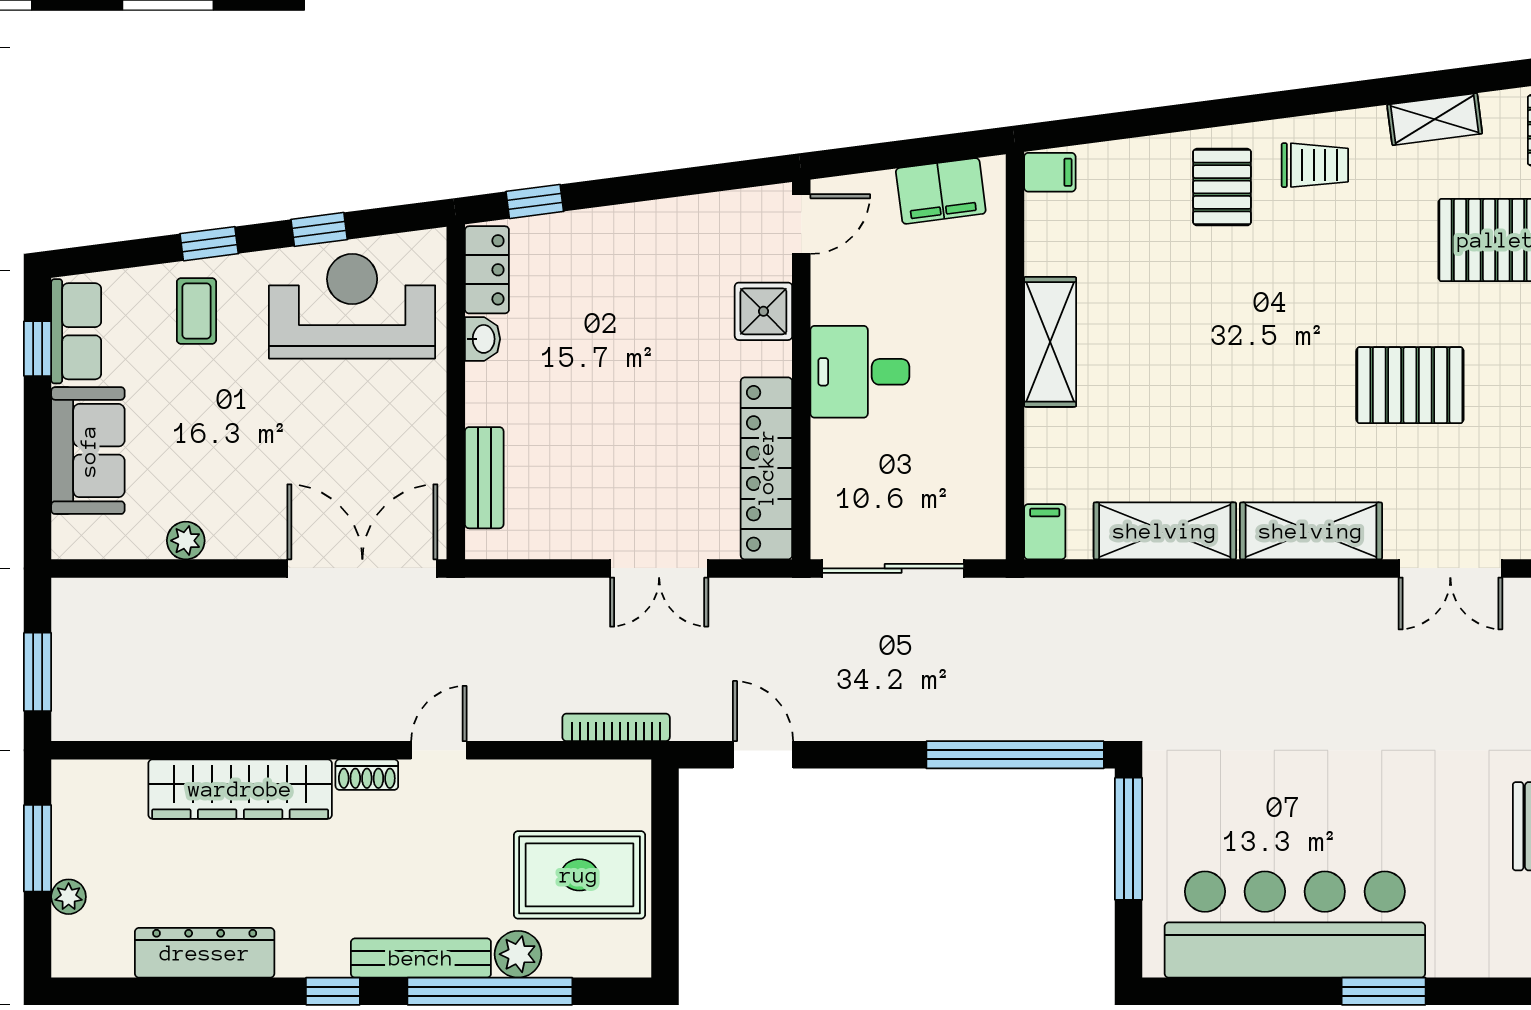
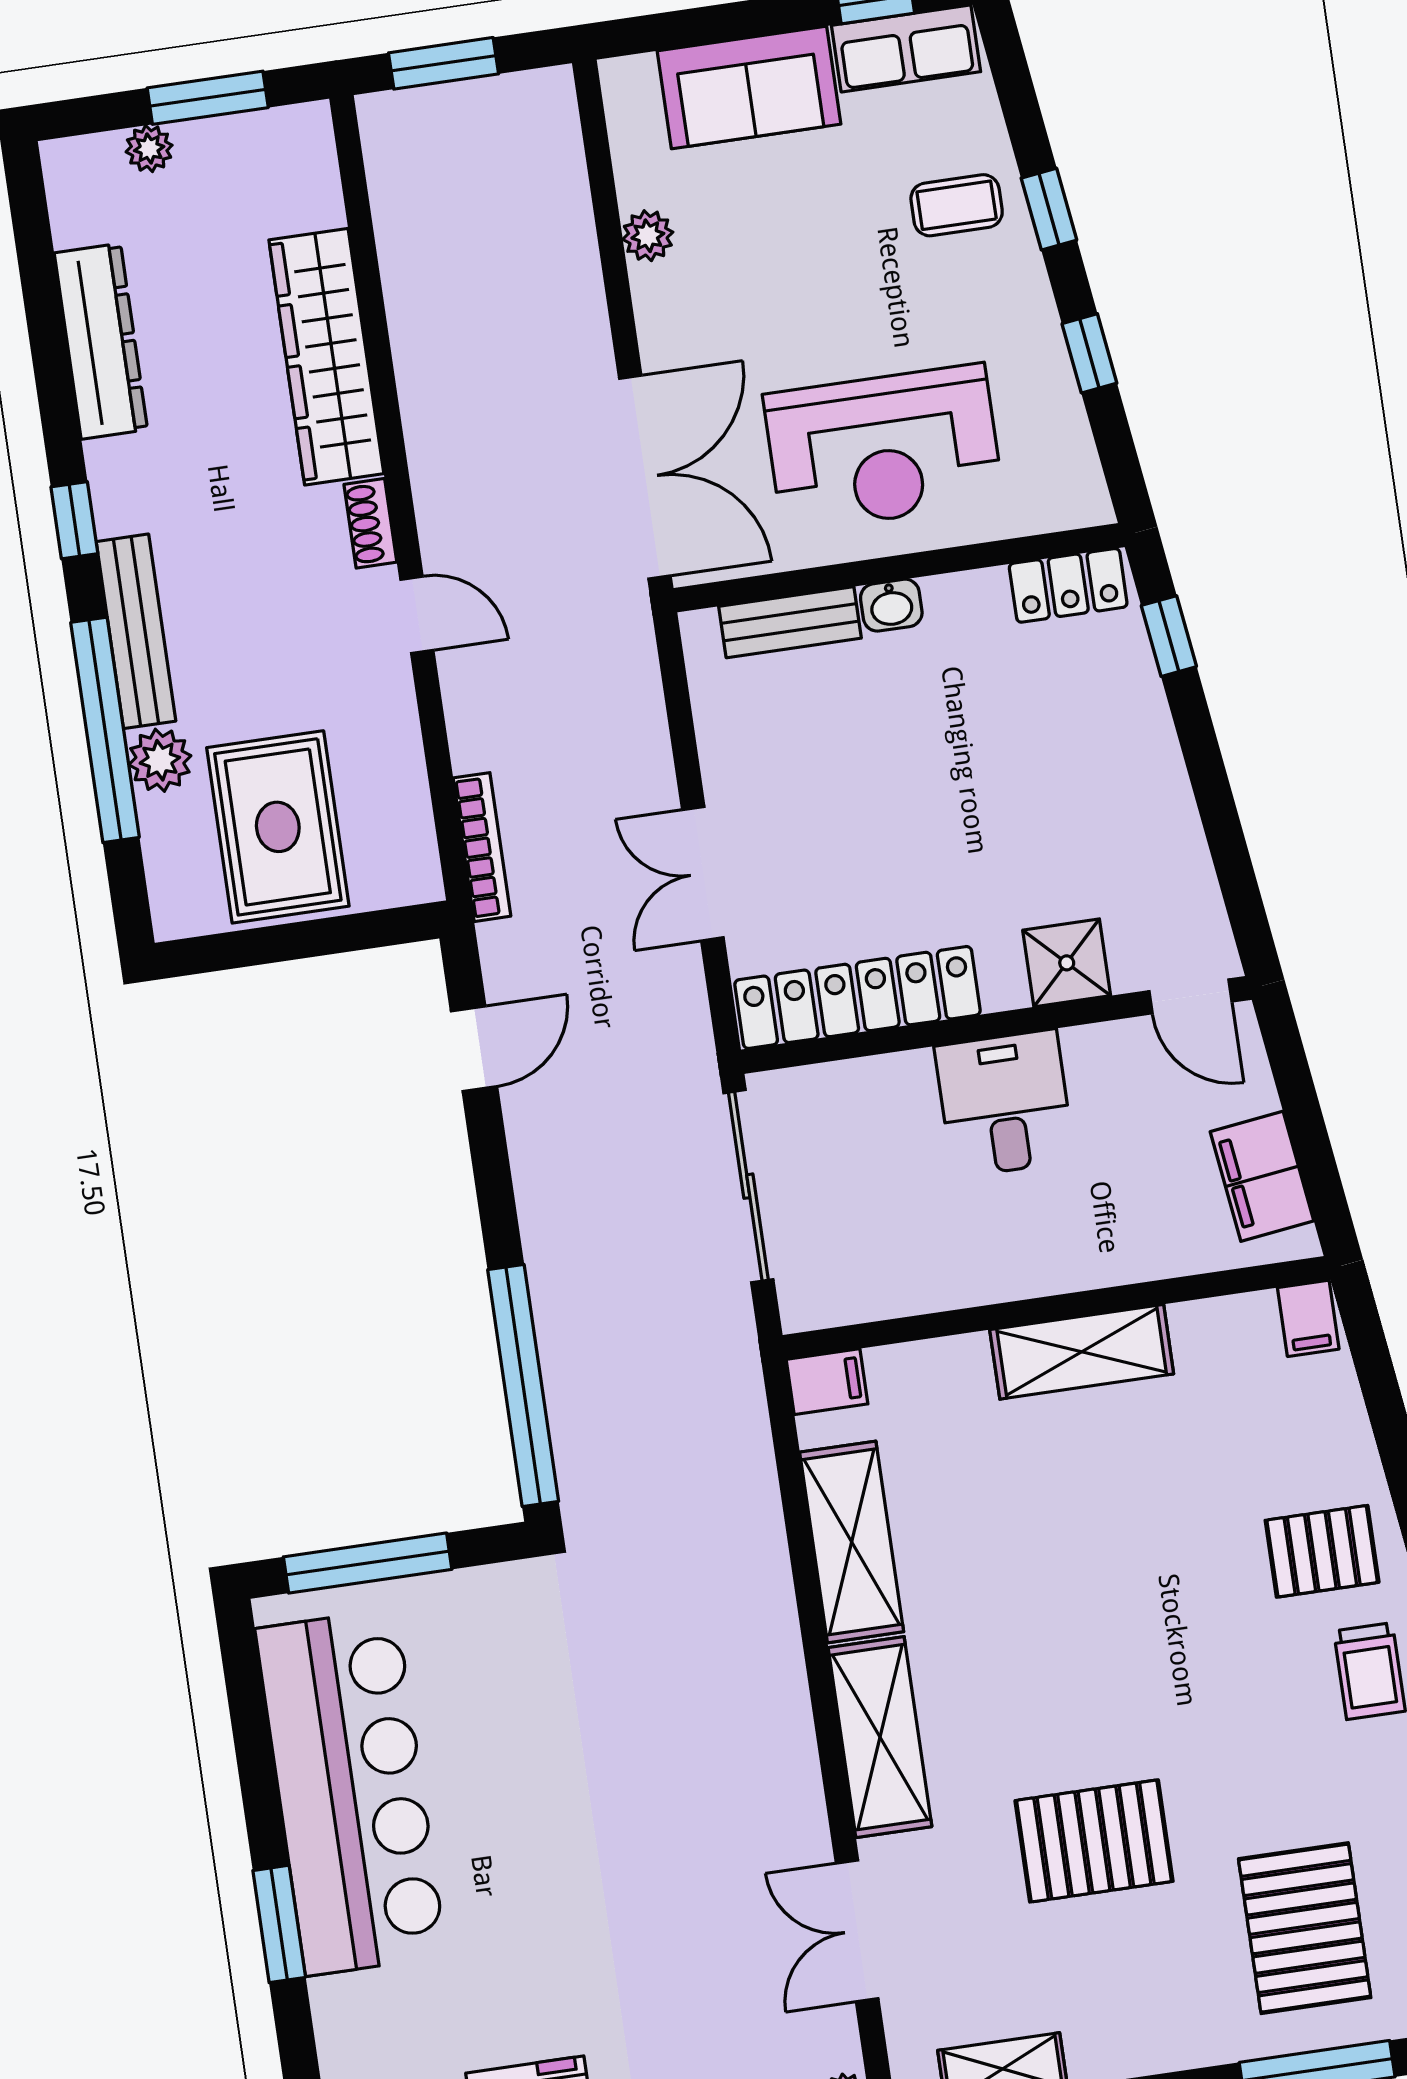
reception desk: (352, 306) -> (883, 448), moved, turned 90
washbasin: (483, 339) -> (891, 605), moved
pallet: (1410, 385) -> (1094, 1841), turned 90
window: (1129, 839) -> (368, 1563), moved

